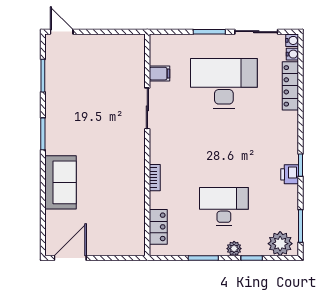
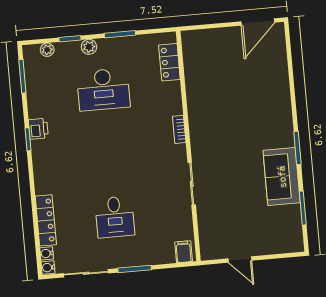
door: (62, 32) -> (240, 260), moved
filing cabinet: (160, 74) -> (184, 252), moved, turned 90
desk: (224, 83) -> (115, 217), width x0.53, depth x0.77
bookcase: (155, 178) -> (179, 129), moved
sofa: (61, 182) -> (282, 177), moved
plant: (280, 244) -> (47, 50), width x0.53, depth x0.53

